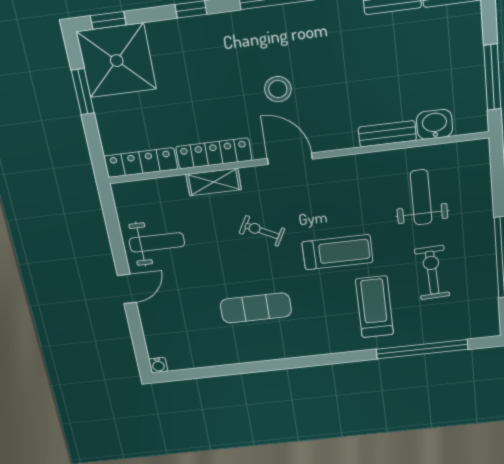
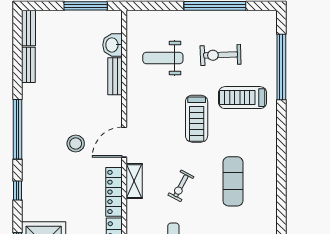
shelving: (214, 182) -> (134, 181), moved
exercise bike: (262, 231) -> (181, 186), moved
treadmill: (338, 252) -> (197, 119), turned 180

